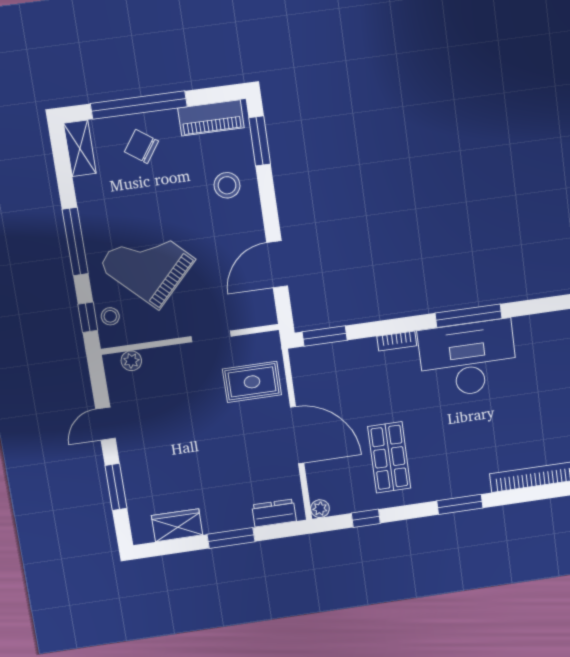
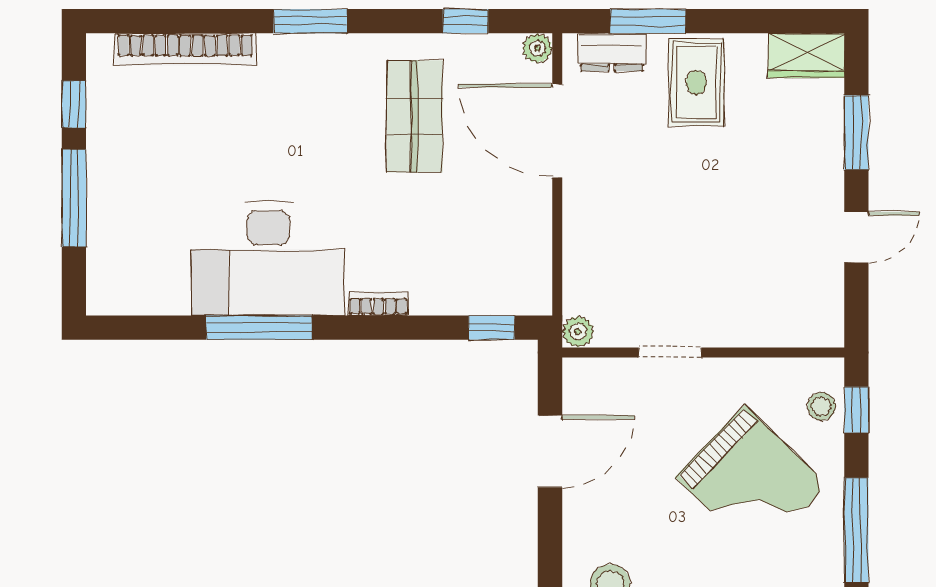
window: (325, 336) -> (492, 328), width x0.67
plant: (131, 361) -> (578, 332), moved
rug: (252, 382) -> (696, 83), moved, turned 90
door: (297, 435) -> (557, 131), moved
wardrobe: (177, 525) -> (806, 55), moved
window: (231, 538) -> (648, 21), moved

